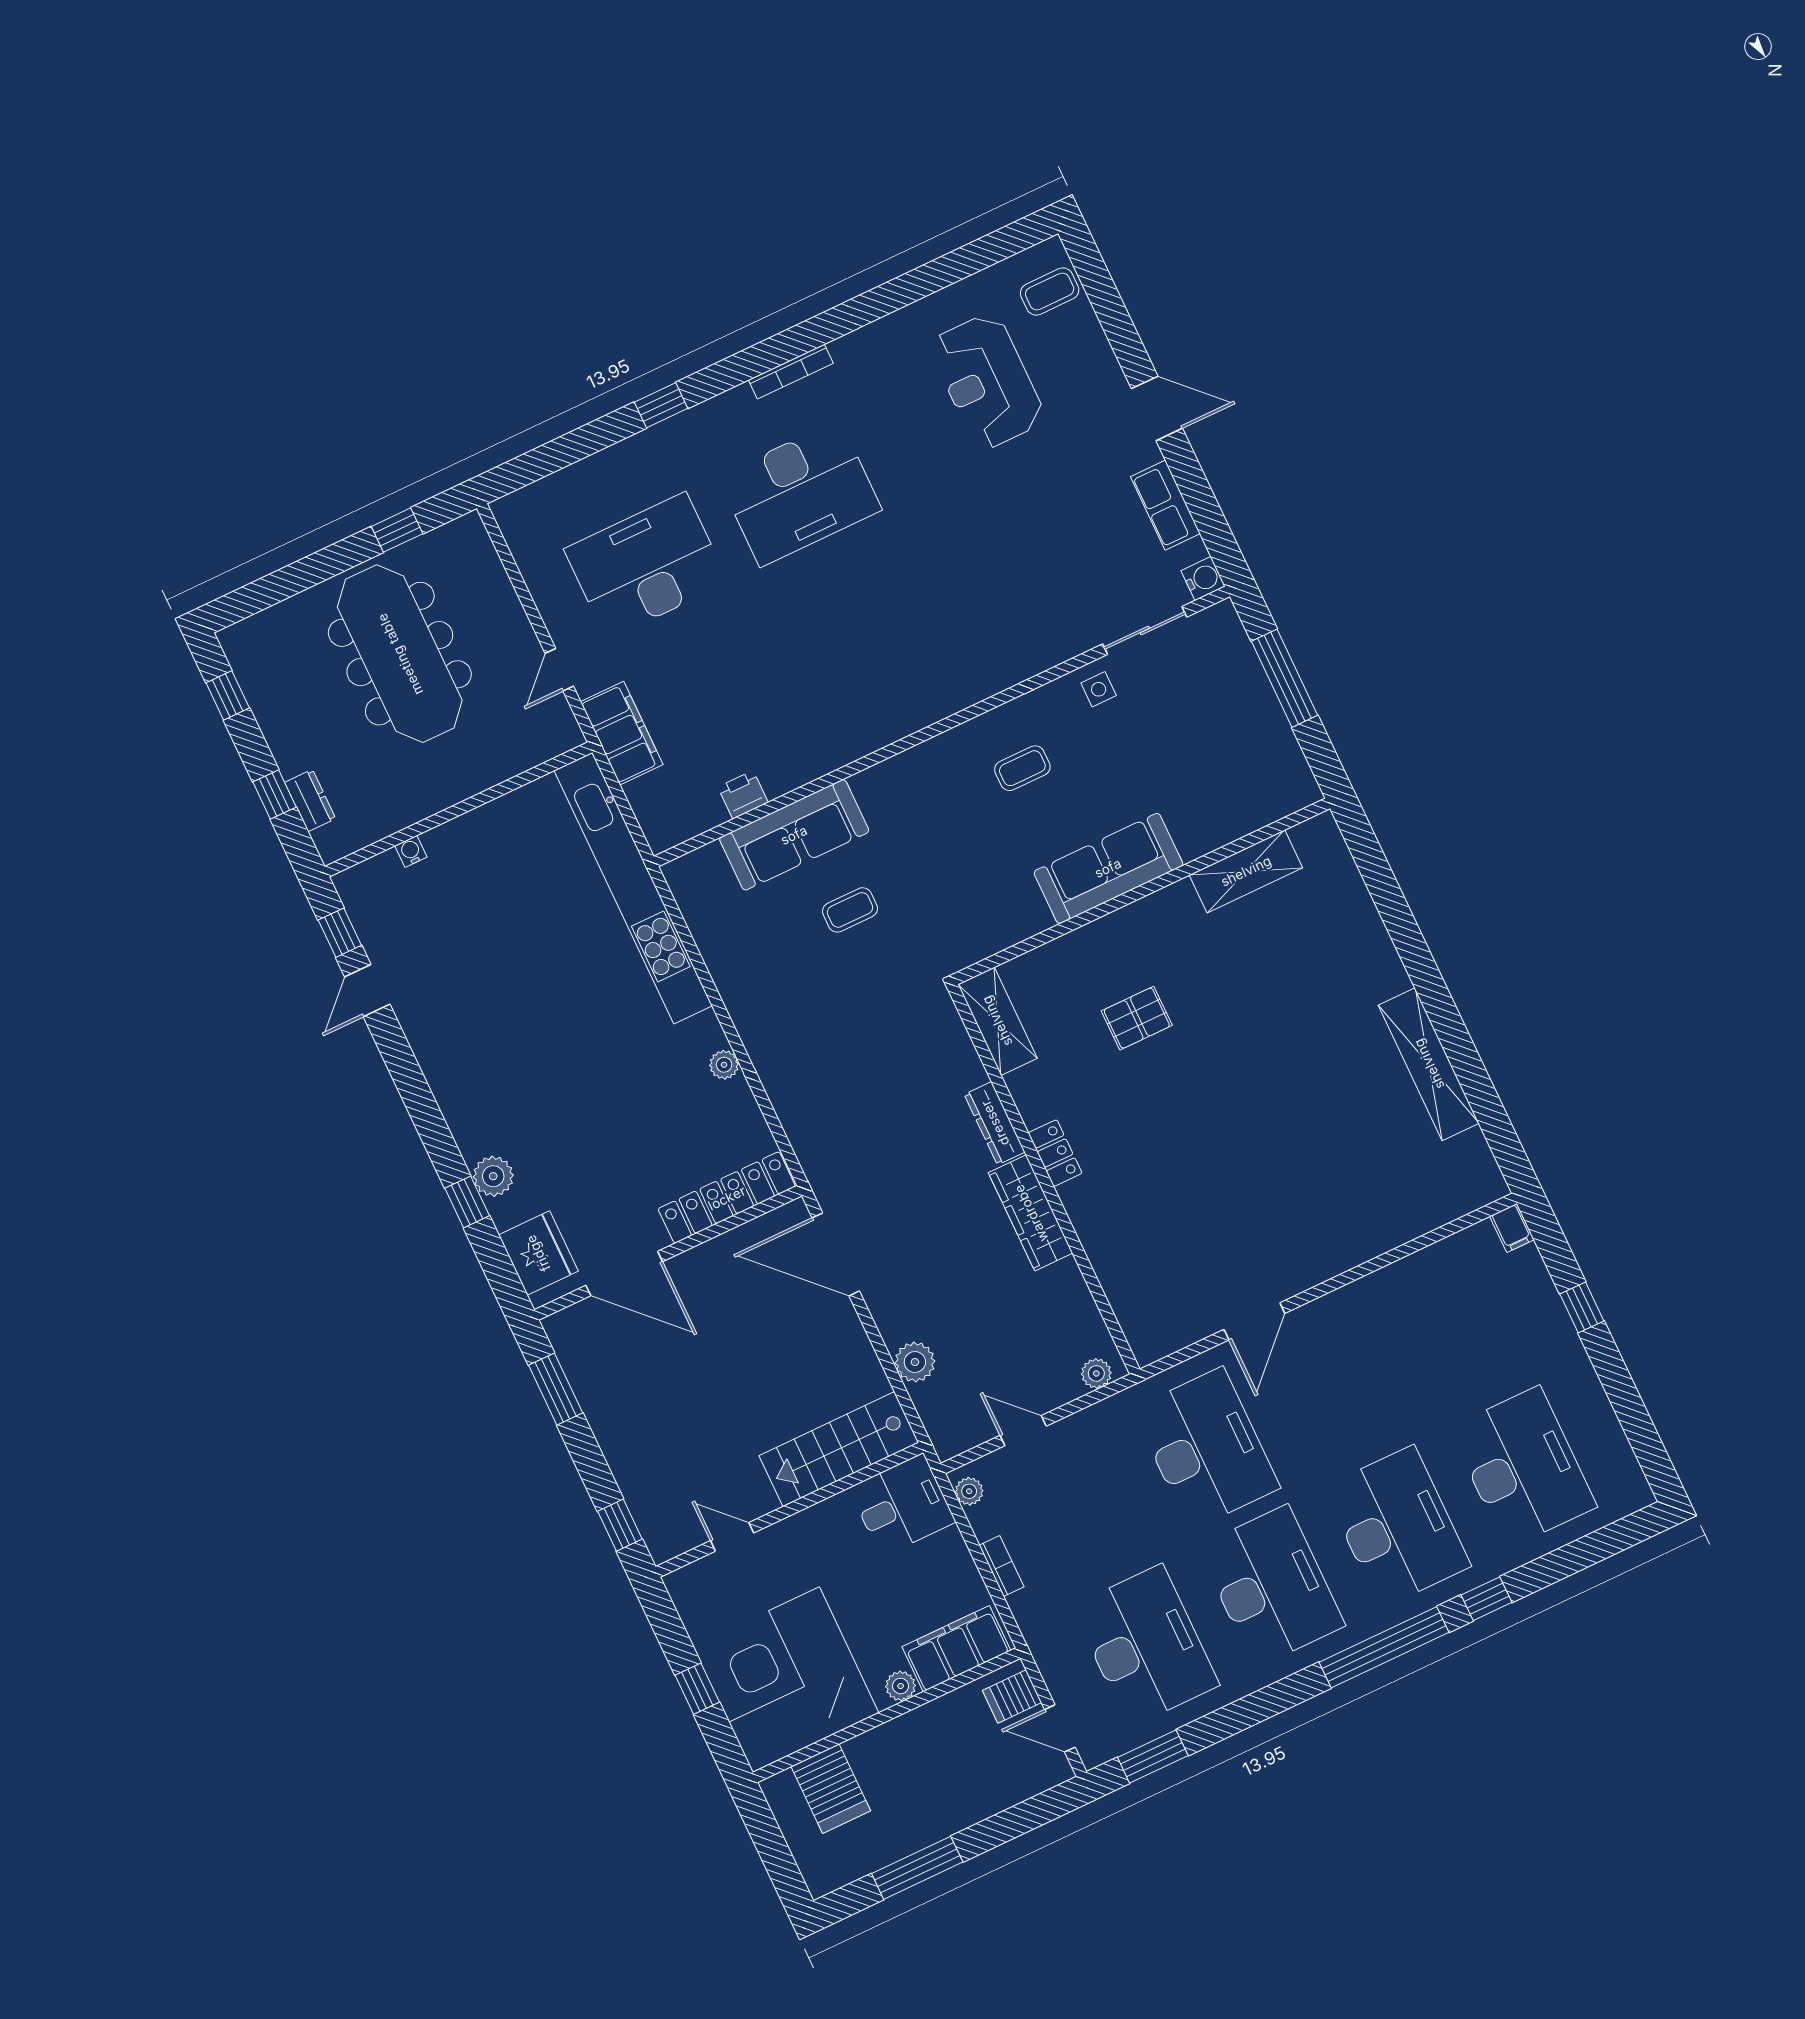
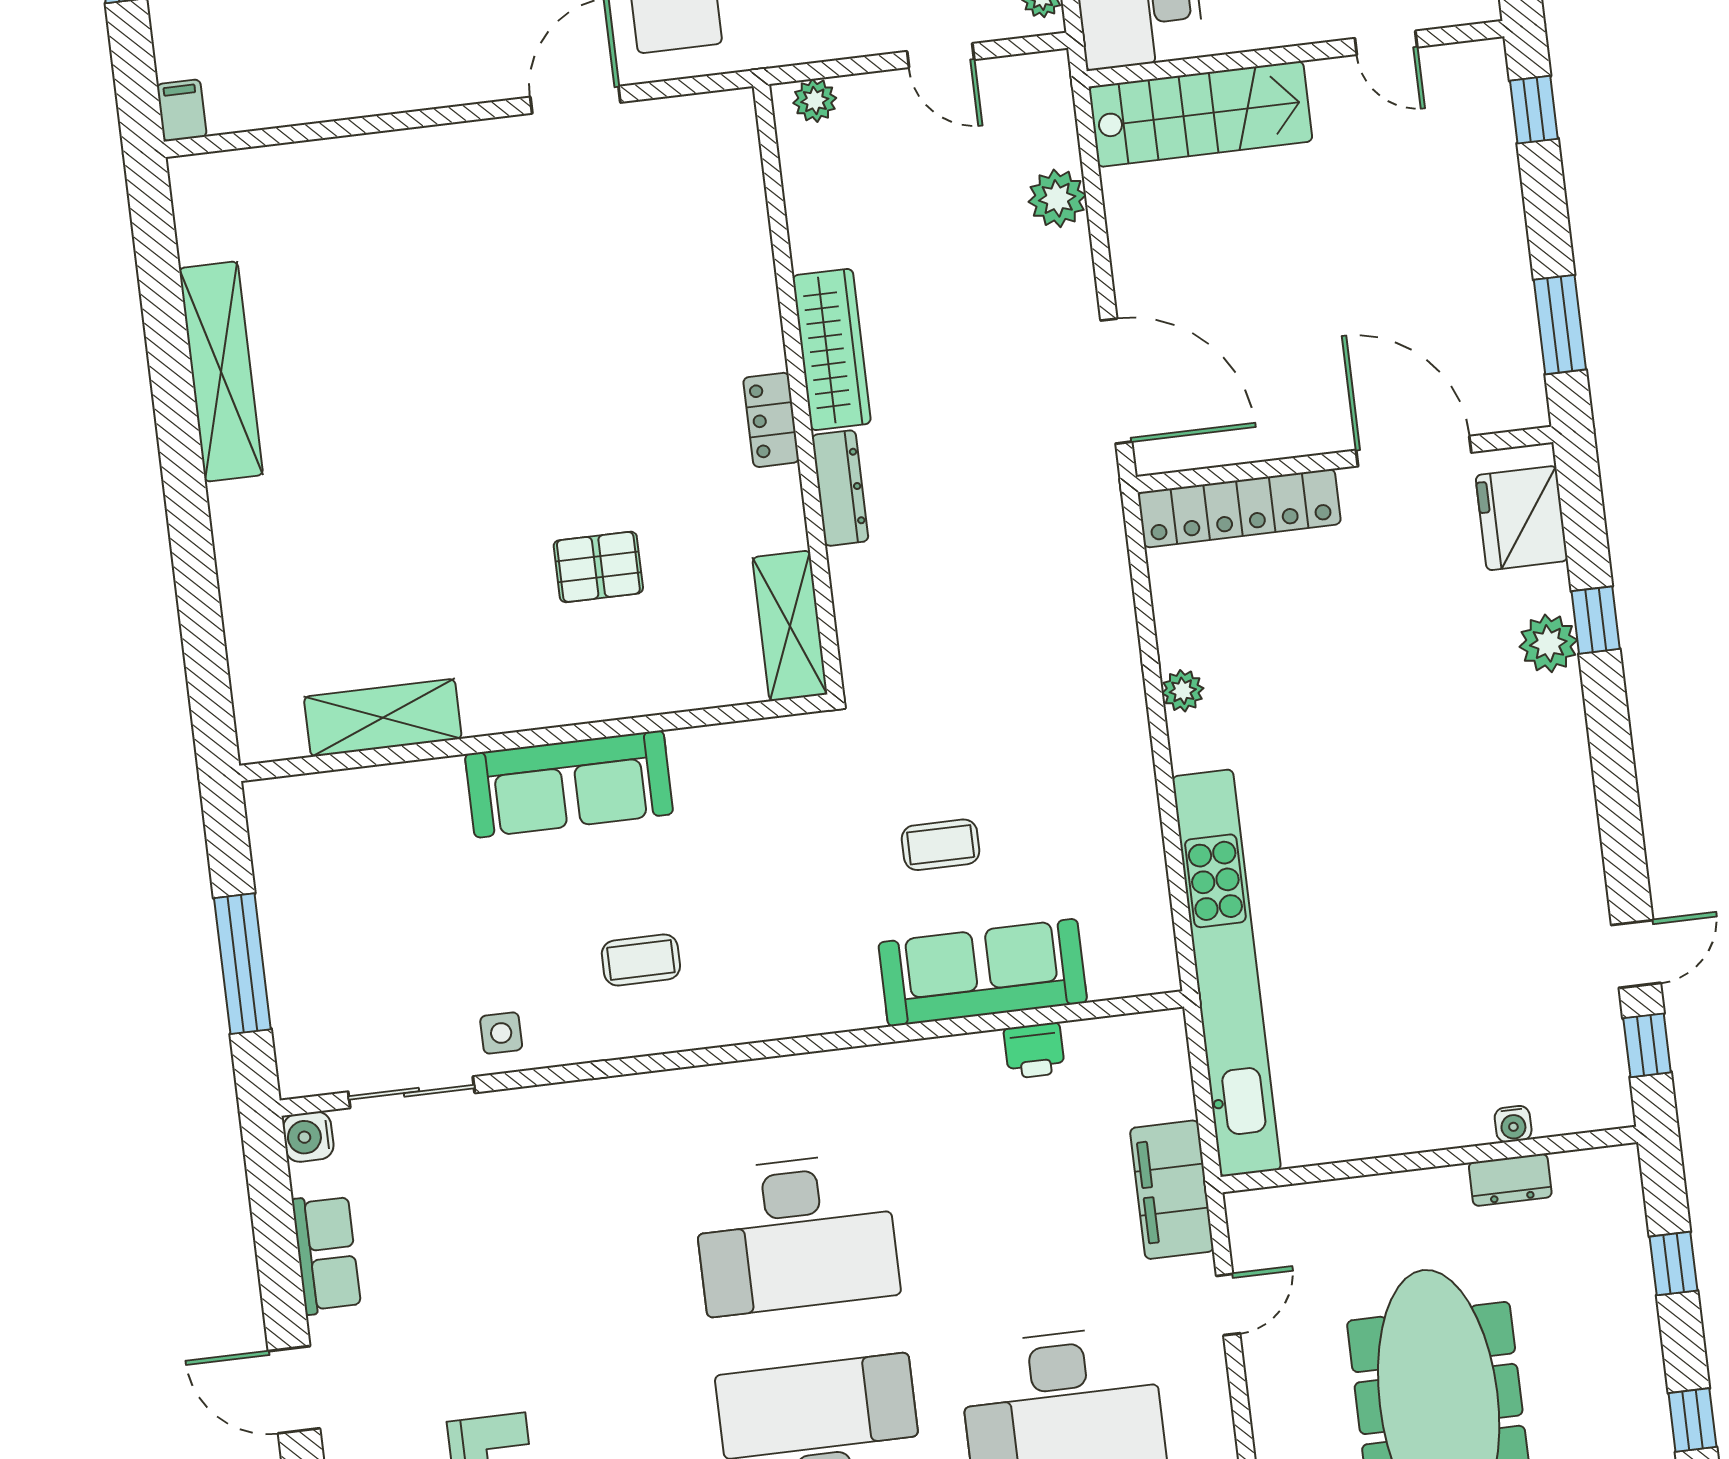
desk: (860, 621) -> (796, 1234), added
dresser: (310, 801) -> (1510, 1180), moved, turned -90

